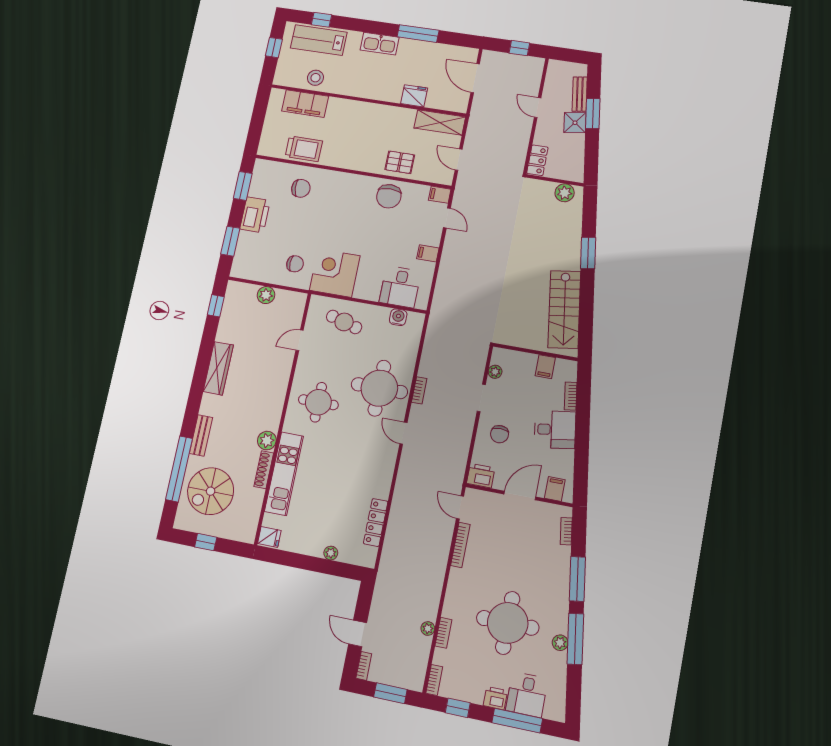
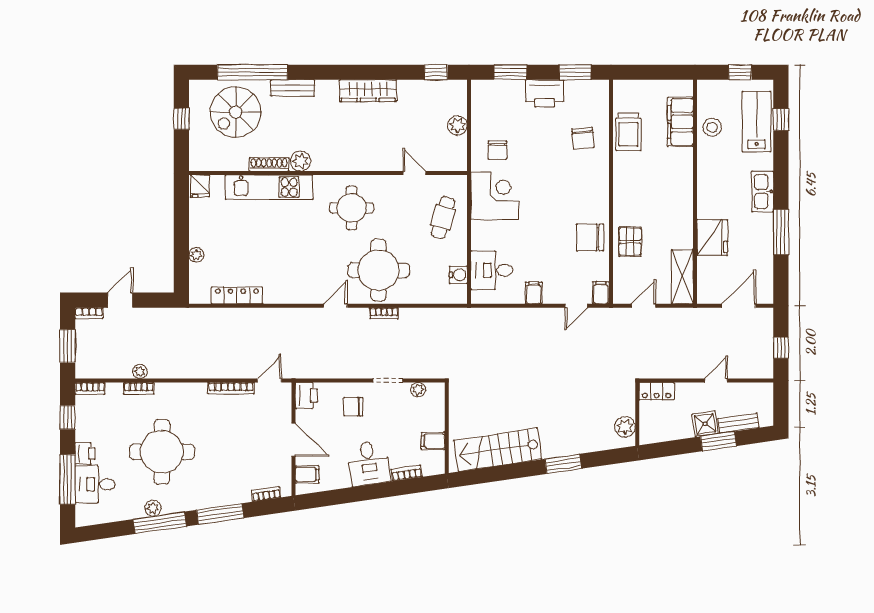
fridge: (414, 96) -> (712, 237), width x1.36, depth x1.34
spiral stairs: (211, 491) -> (236, 112), turned -90

